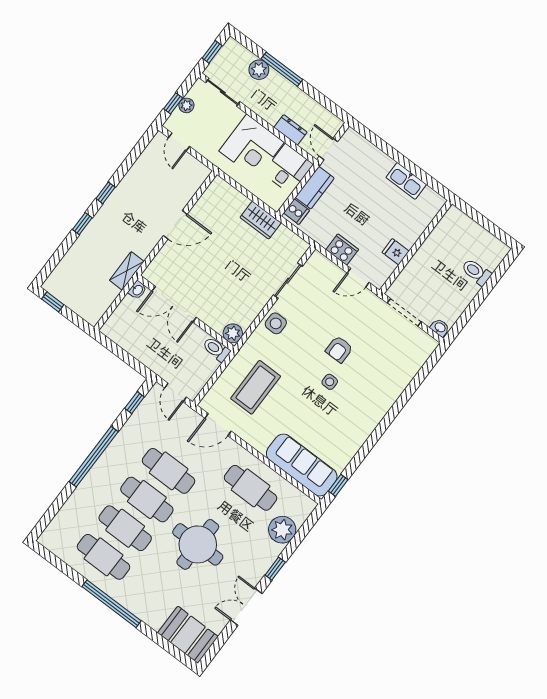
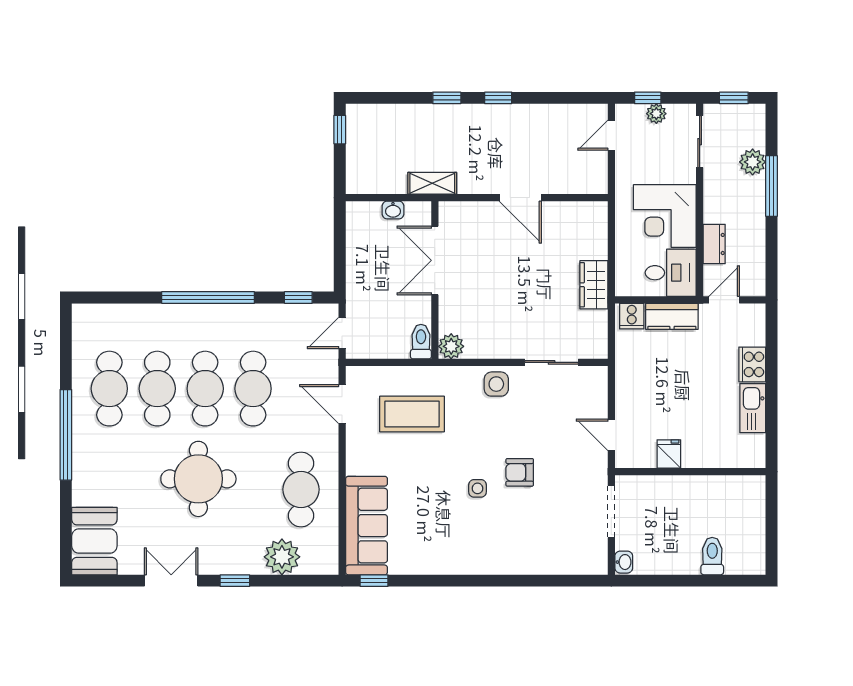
cooker: (342, 250) -> (752, 364), moved, turned 180
washbasin: (137, 290) -> (393, 210), moved

